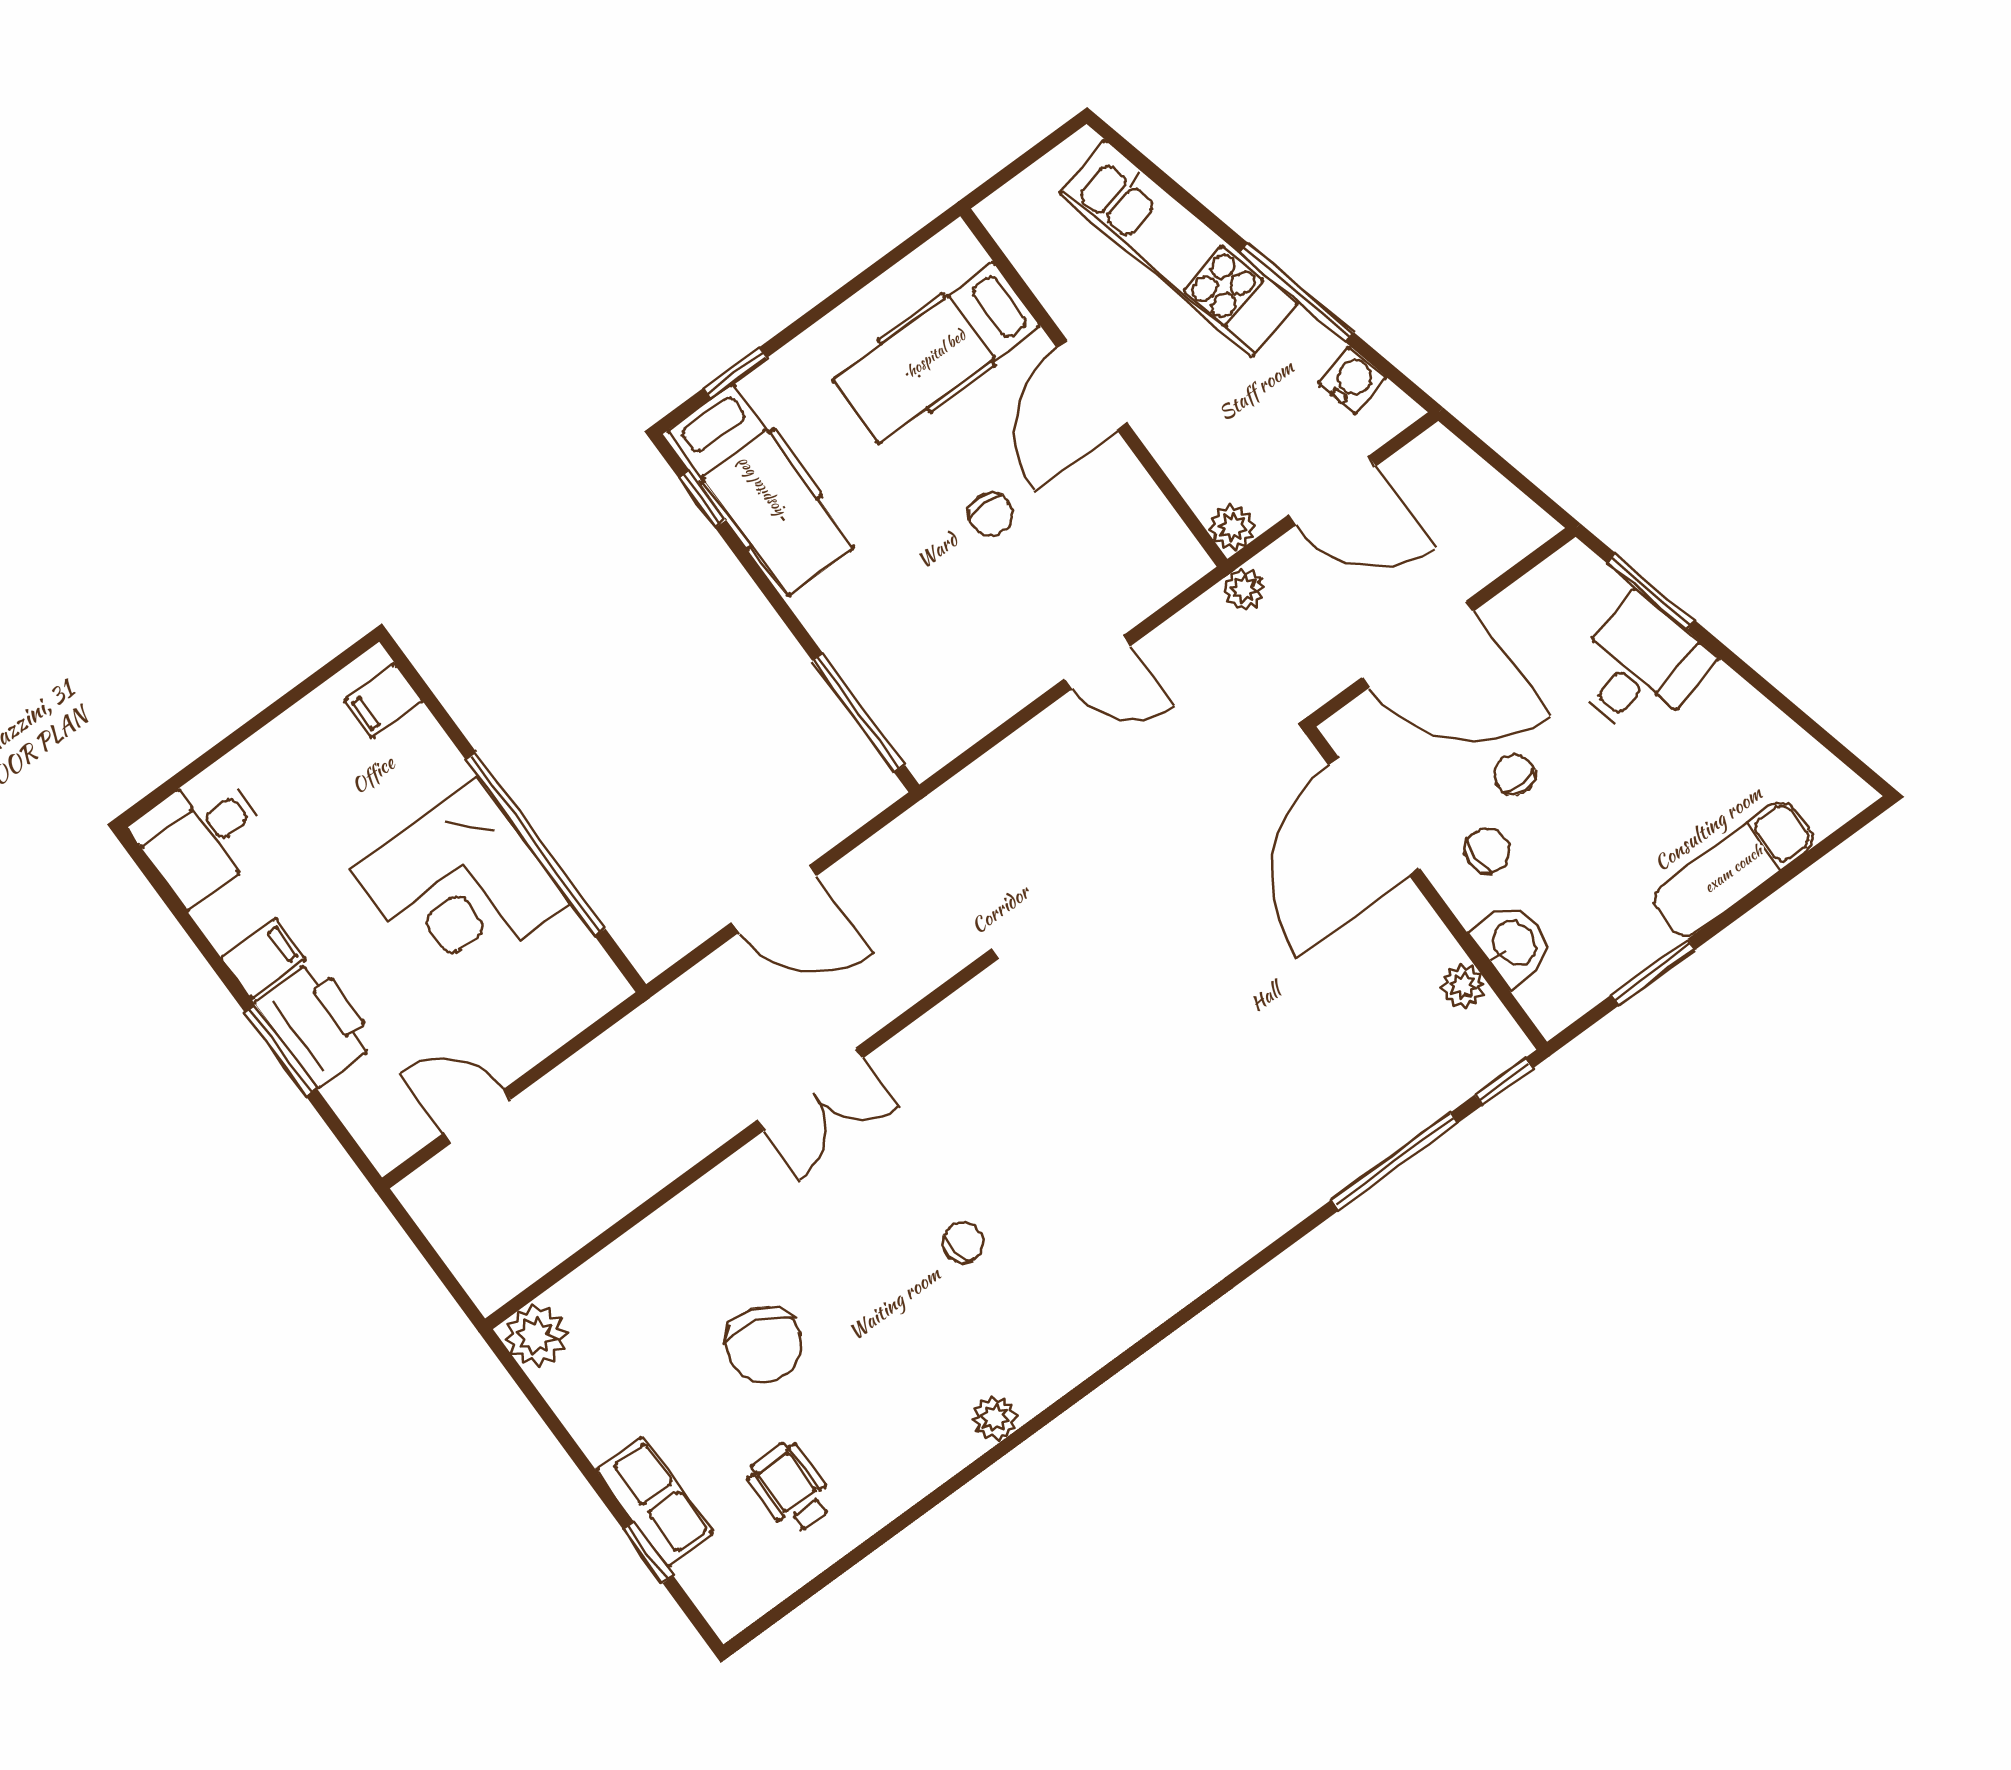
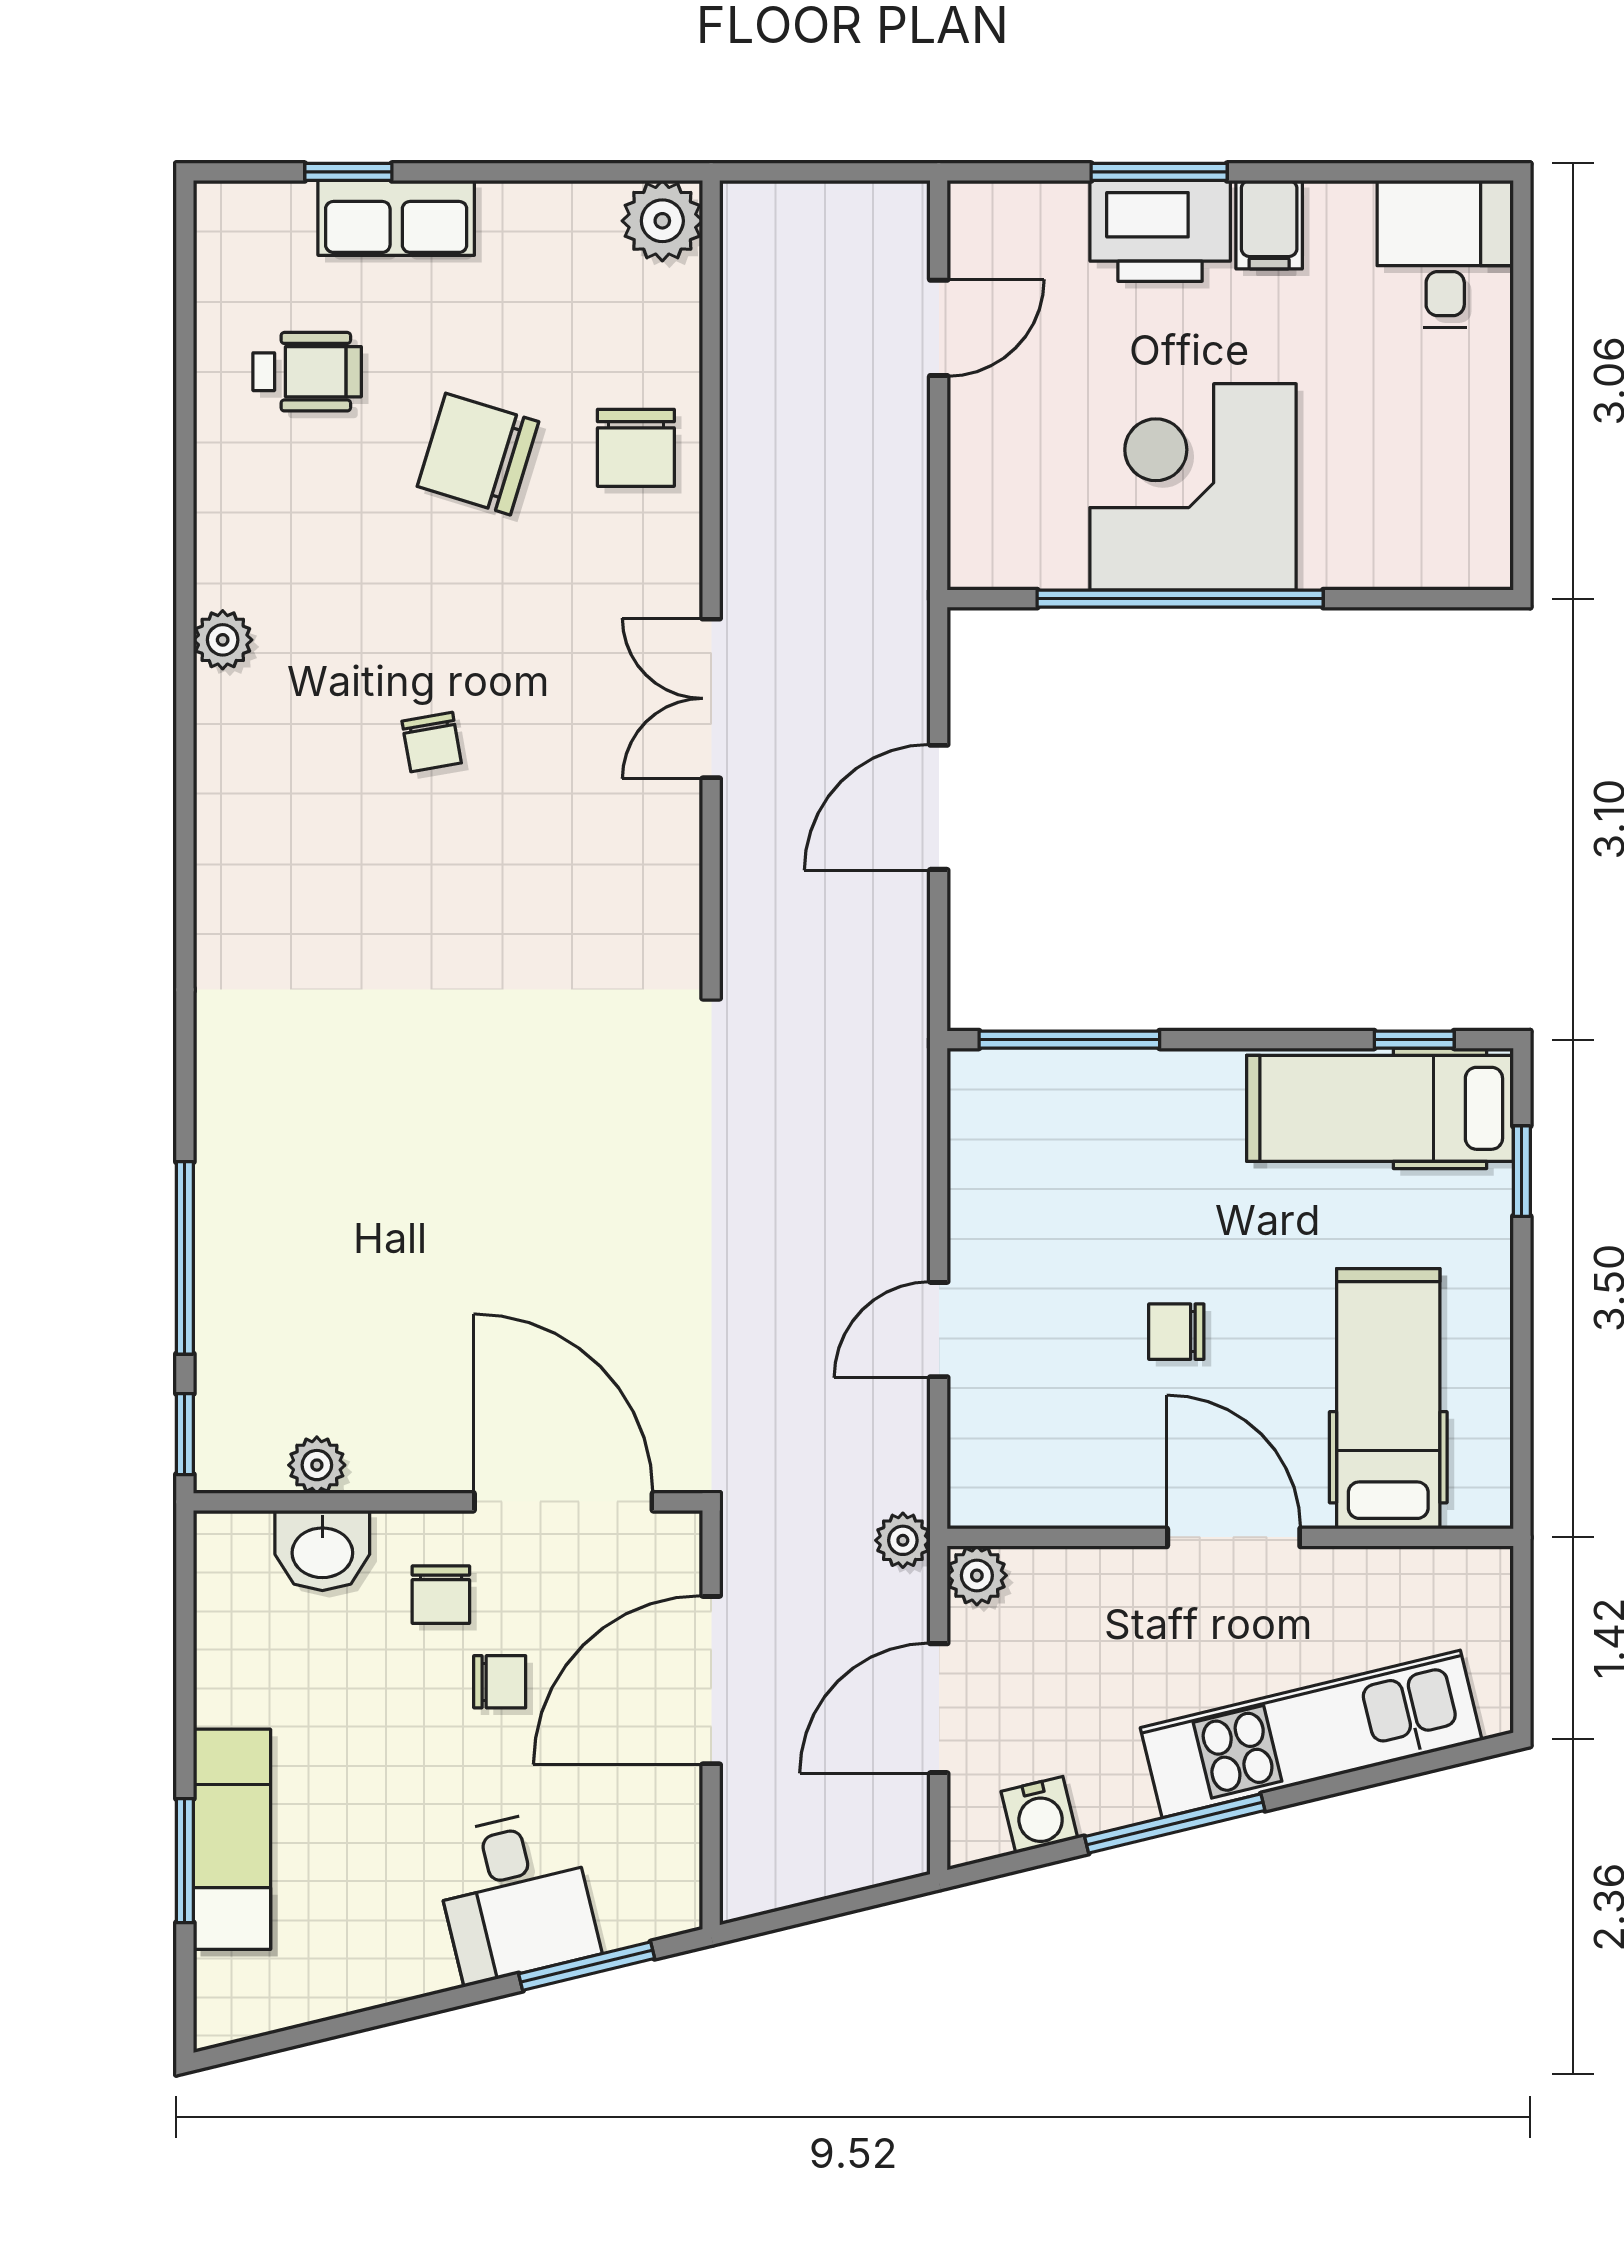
filing cabinet: (383, 701) -> (1448, 549), removed
window: (1653, 972) -> (185, 1861), moved
chair: (689, 1249) -> (636, 448), added

